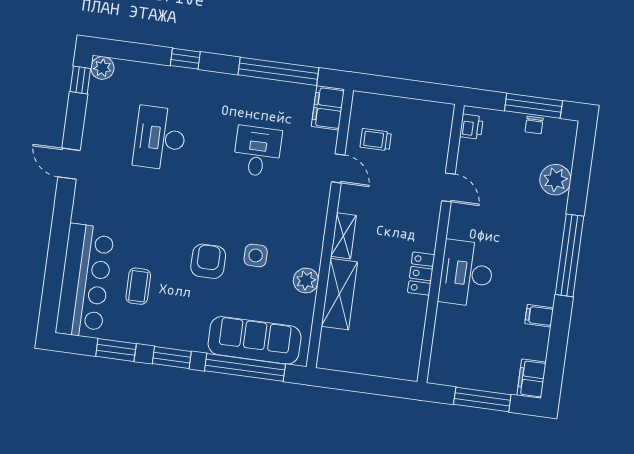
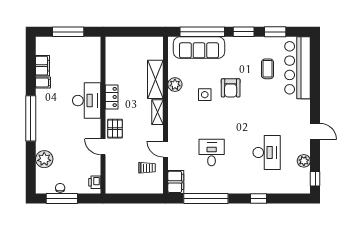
plant: (102, 68) -> (304, 161), moved
desk: (257, 151) -> (212, 153), turned 180
pallet: (423, 217) -> (115, 129), added
filing cabinet: (532, 379) -> (42, 66), moved

